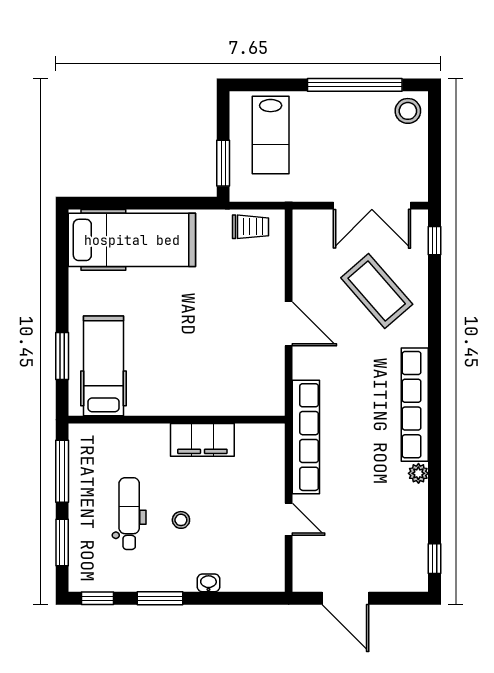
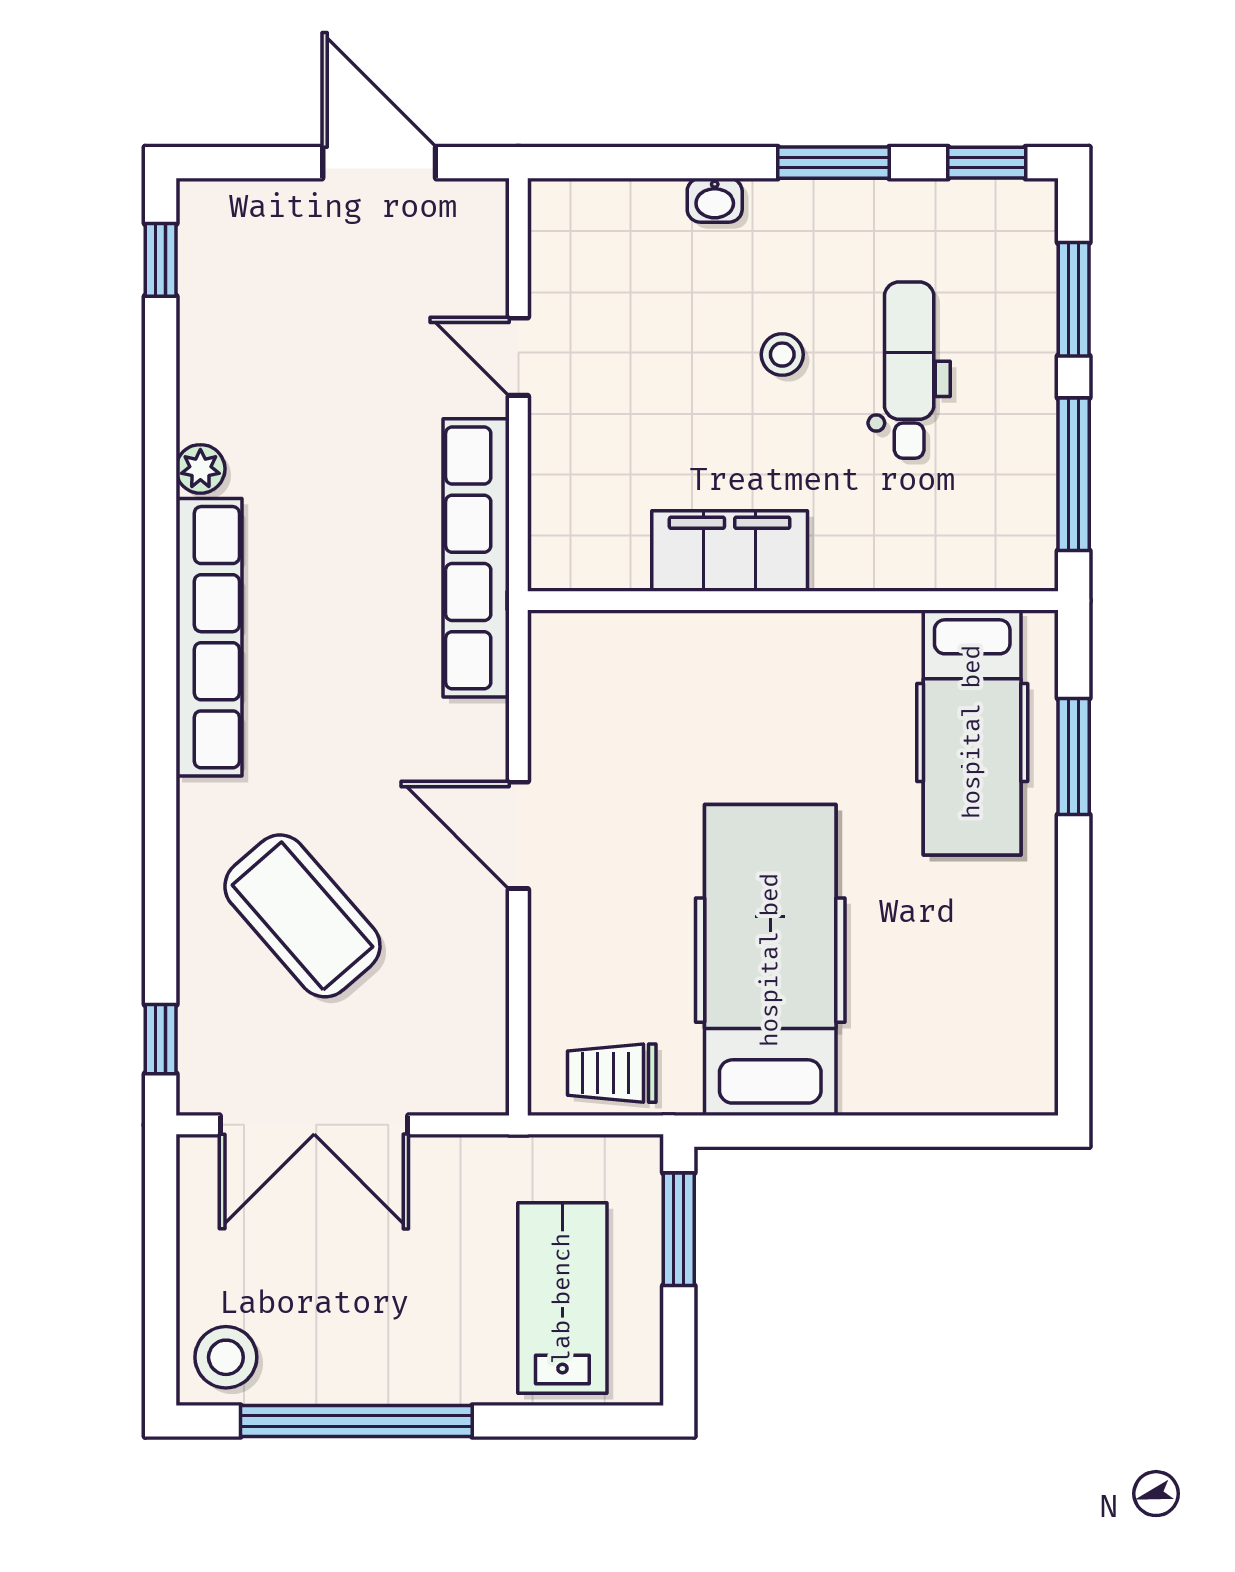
double door: (372, 206) -> (314, 1125), swing flipped
hospital bed: (132, 240) -> (770, 960), moved, turned 90
dental chair: (129, 514) -> (909, 370), turned 180

